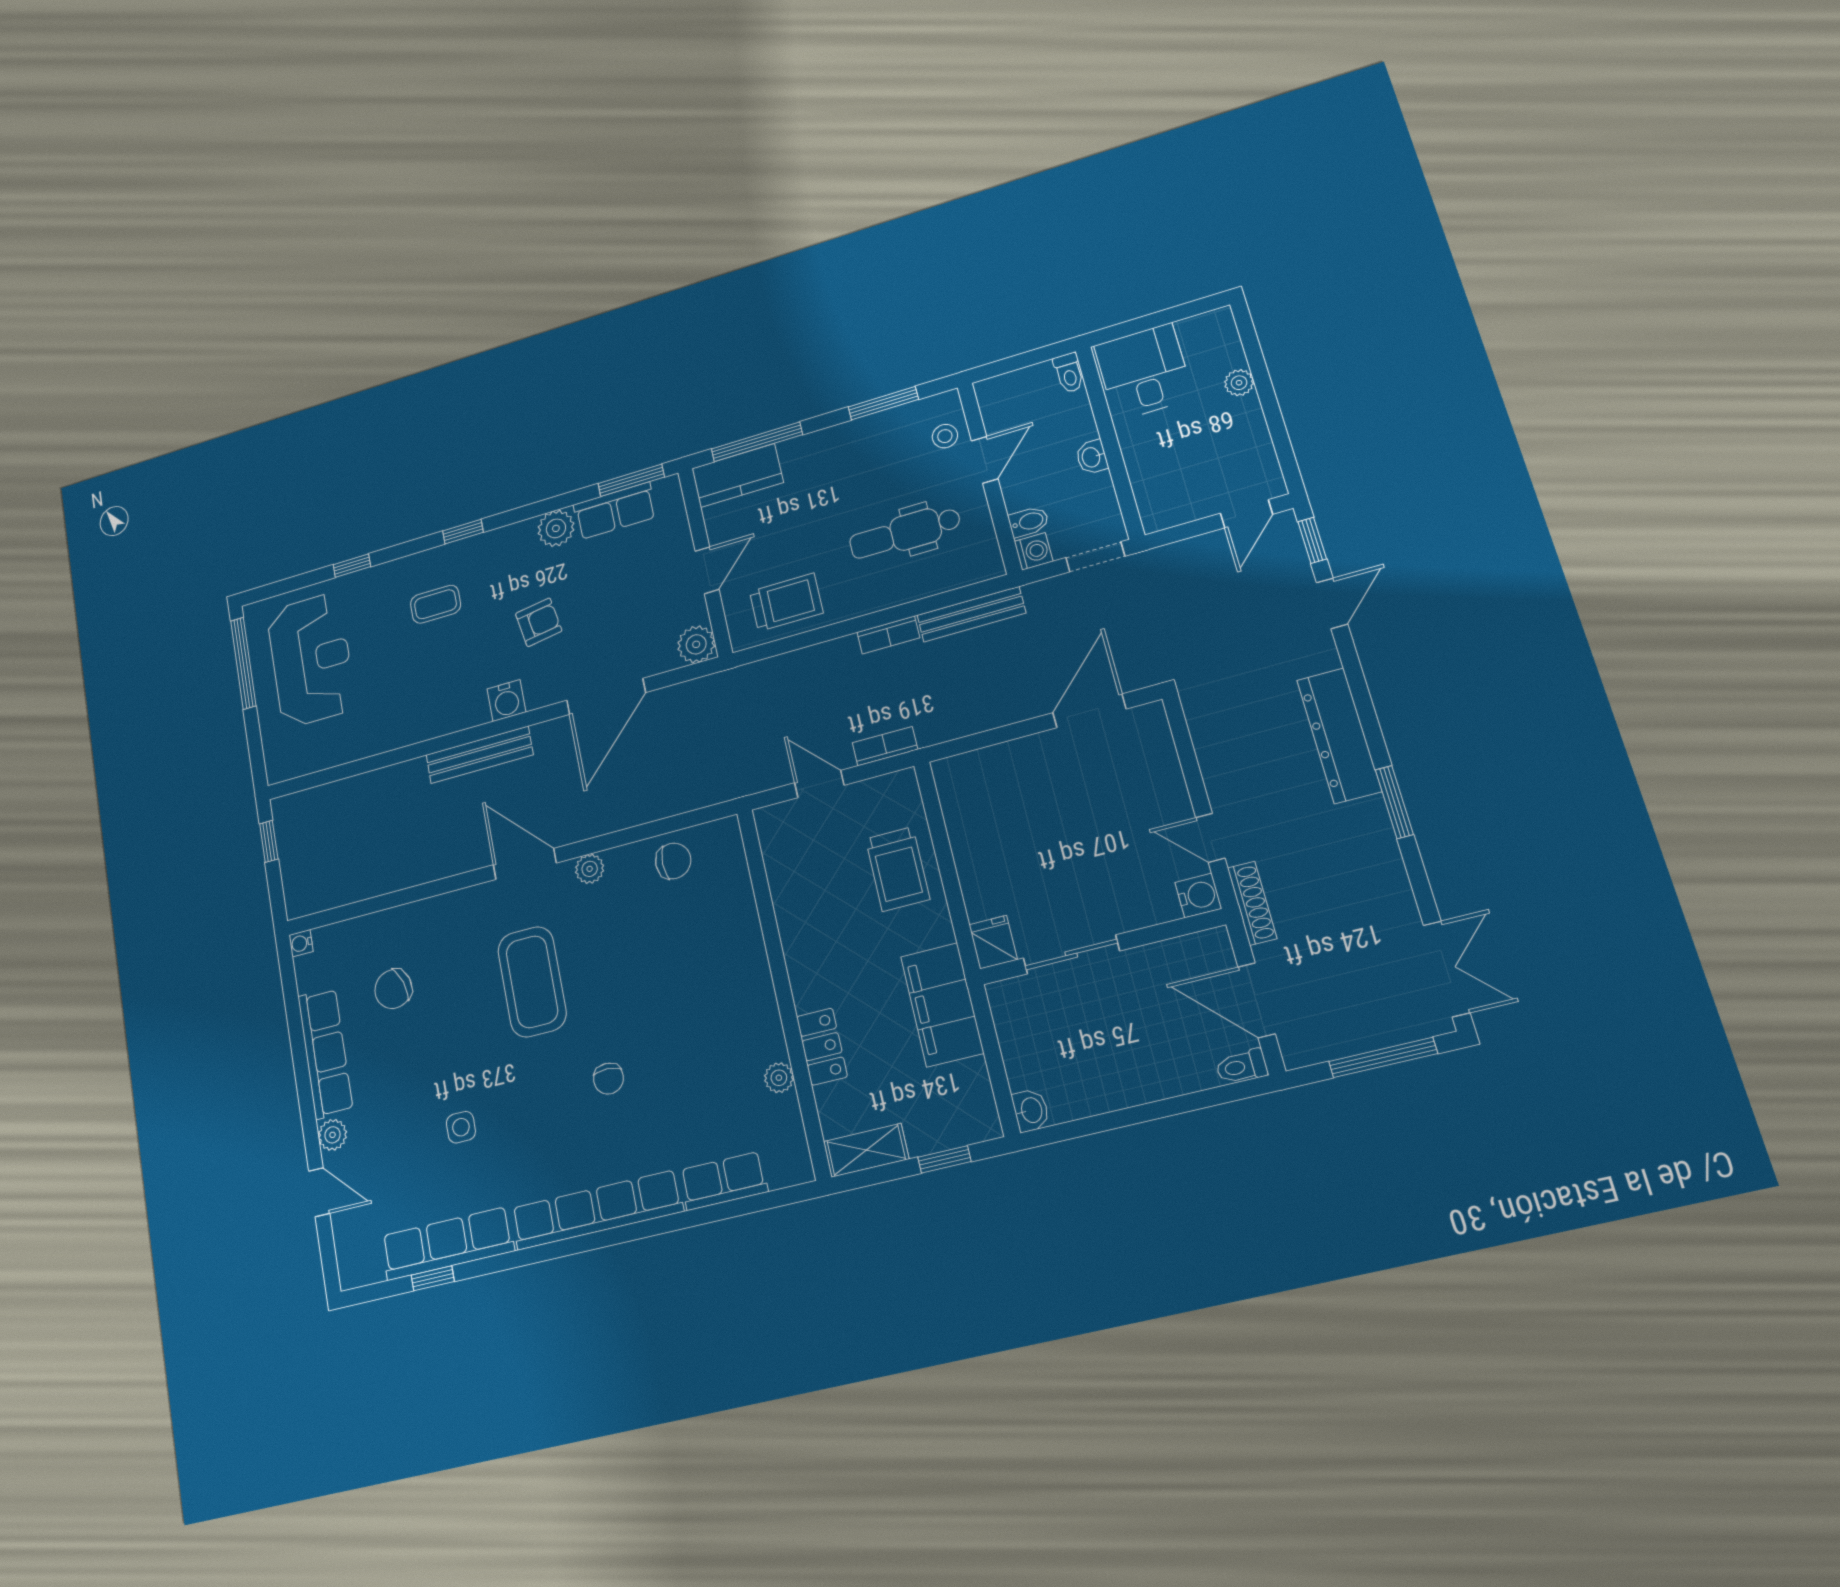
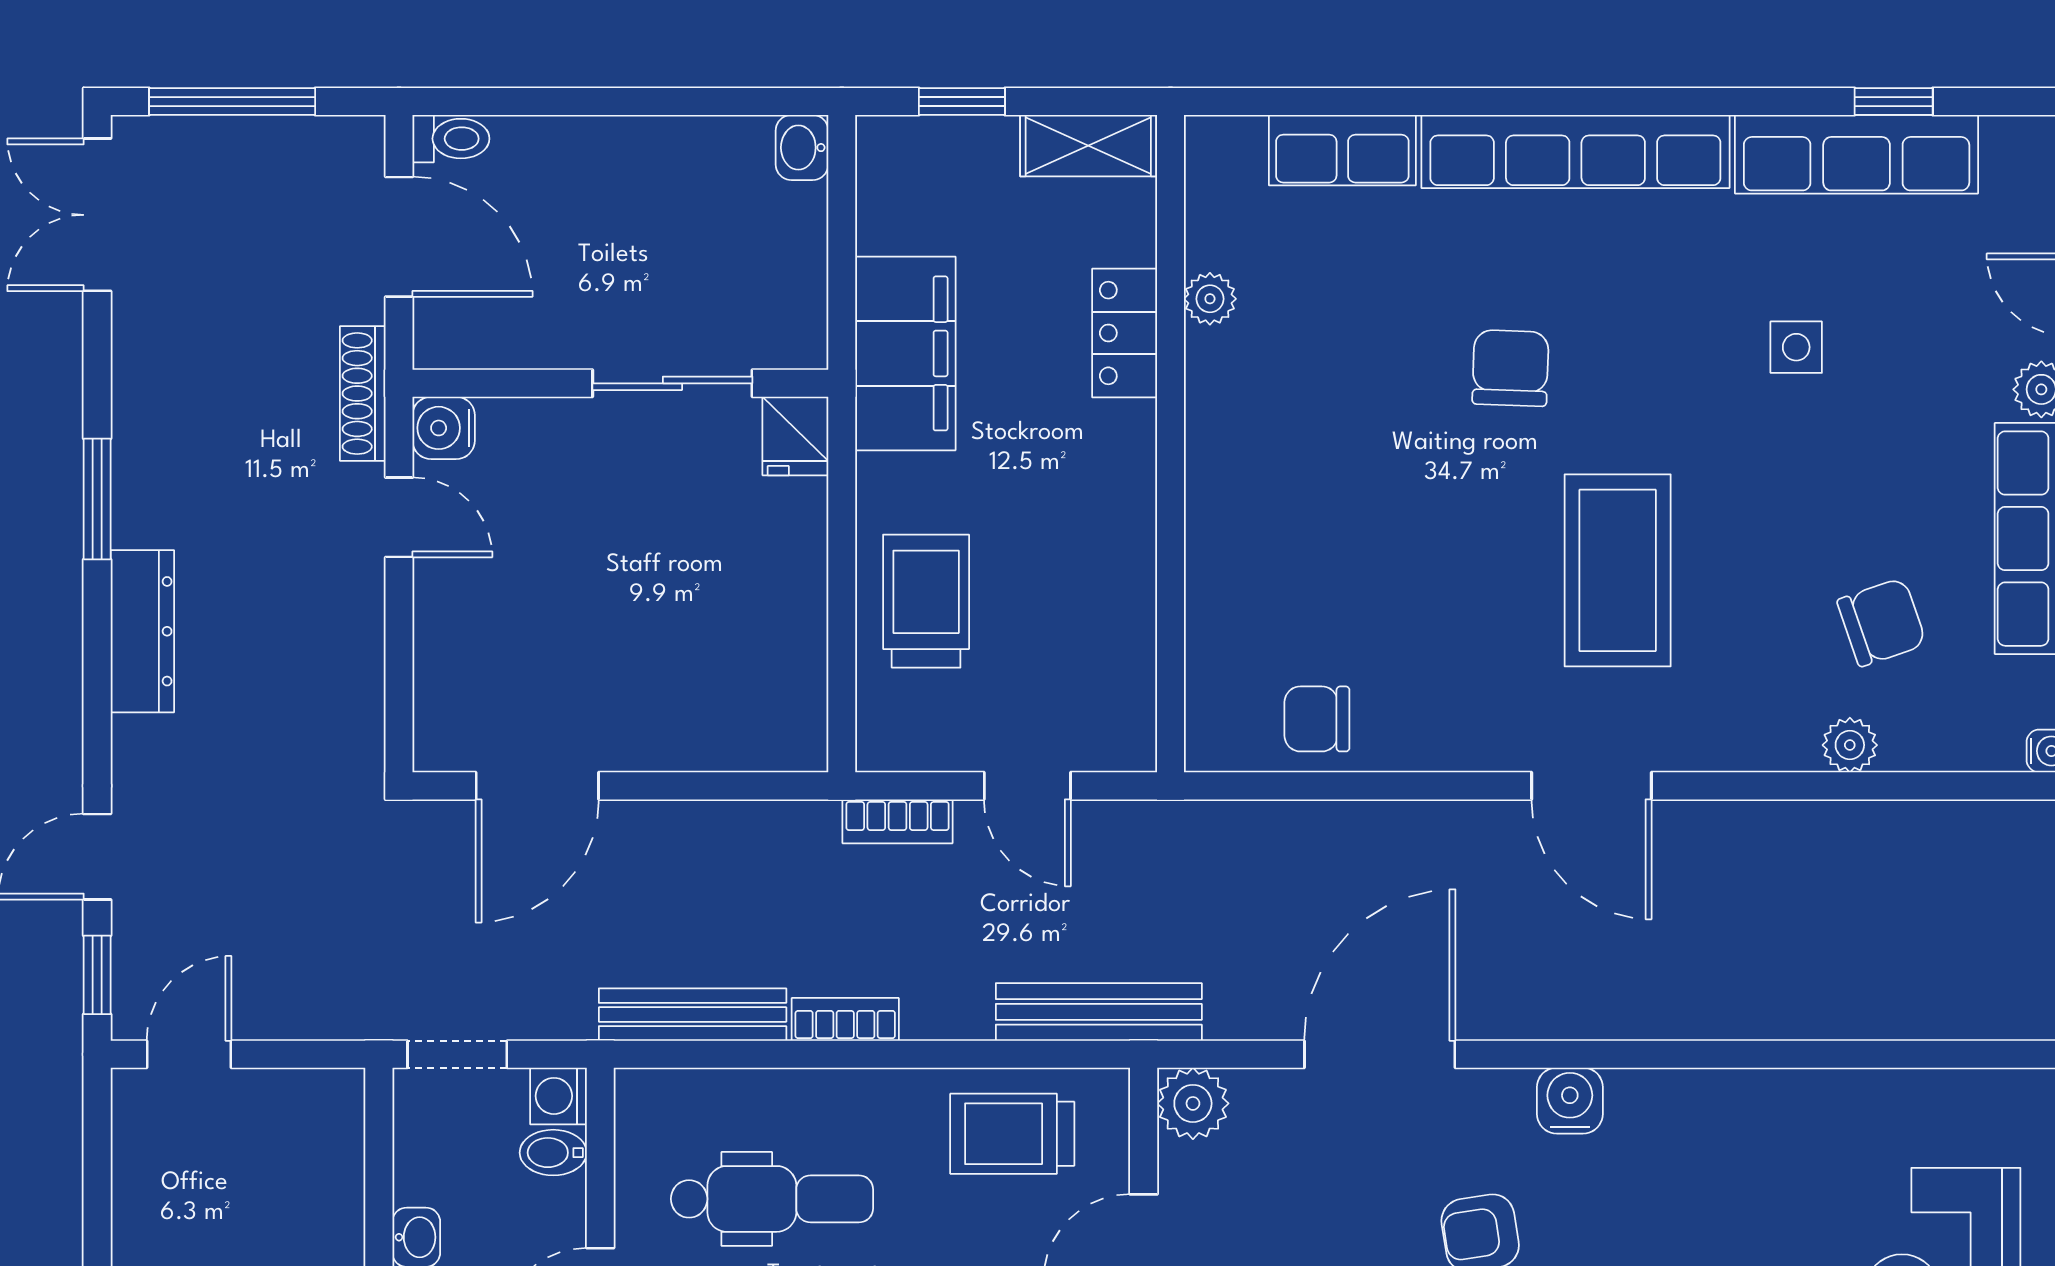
dresser: (1339, 735) -> (142, 631), width x0.73, depth x0.80
bench: (479, 755) -> (1099, 1012), moved
plant: (590, 869) -> (1850, 745), moved
chair: (608, 1079) -> (1510, 368), width x1.37, depth x1.37

